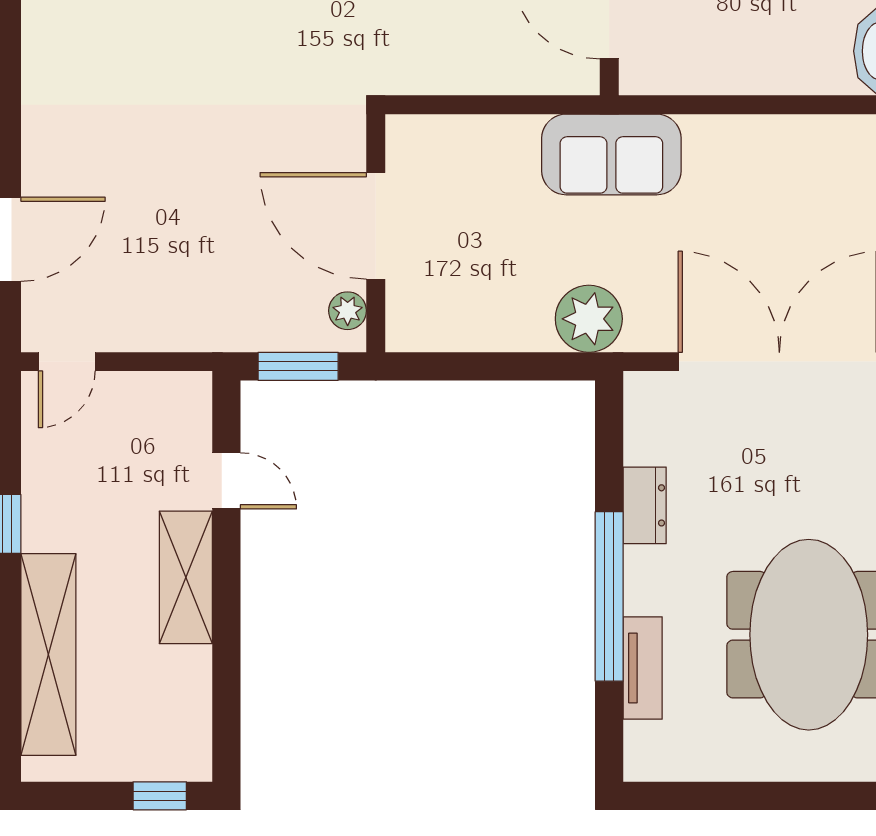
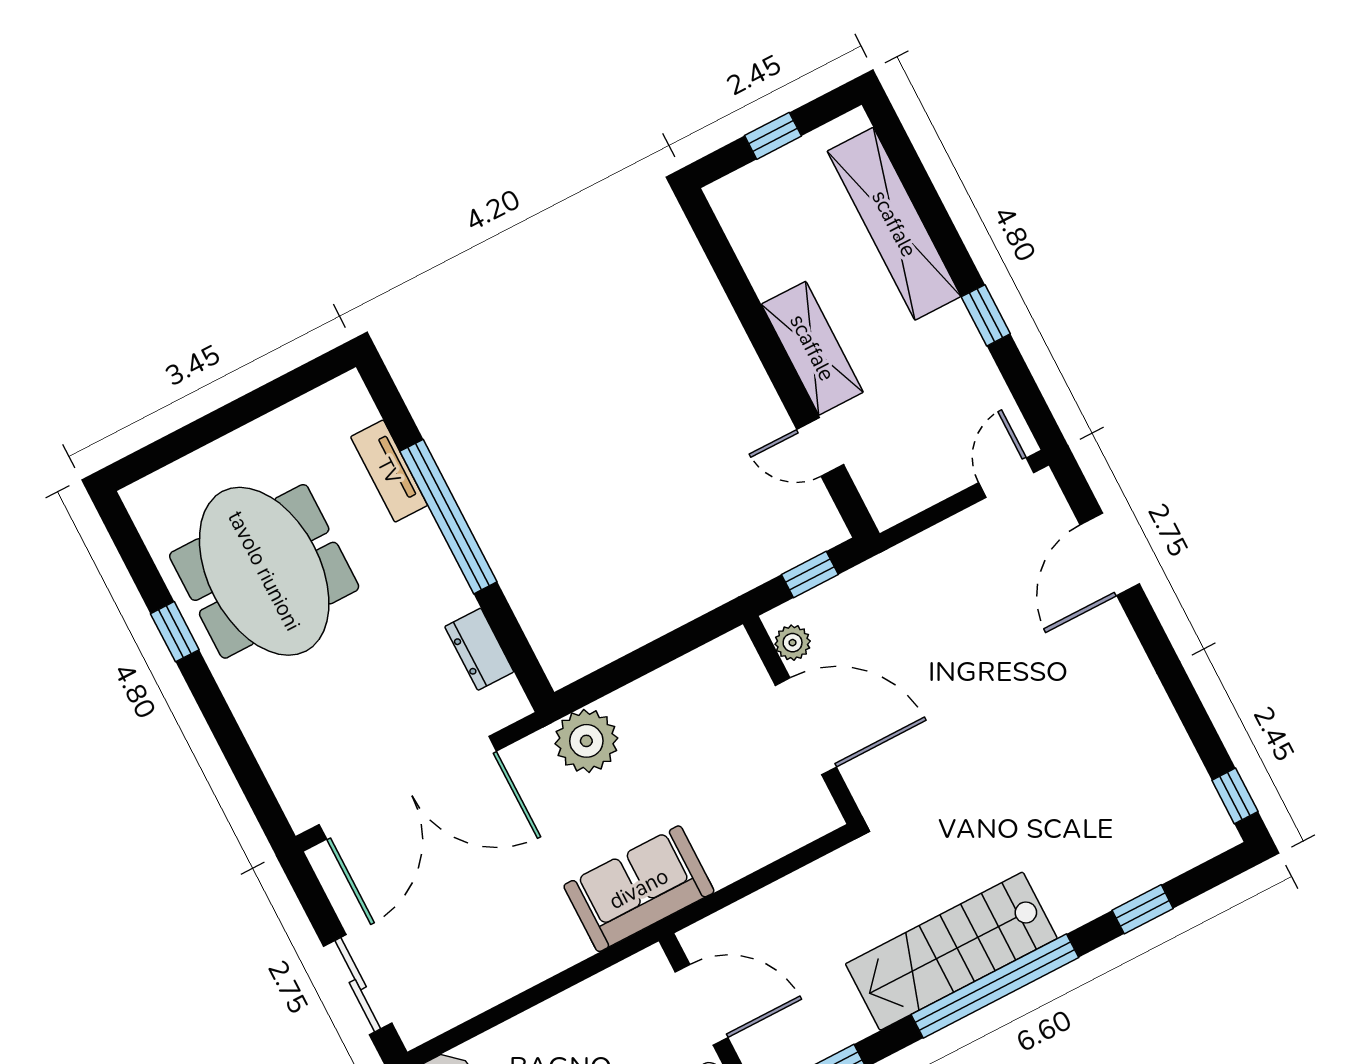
window: (298, 366) -> (810, 574), width x0.67
dresser: (645, 505) -> (479, 649), moved
window: (160, 796) -> (773, 136), moved

